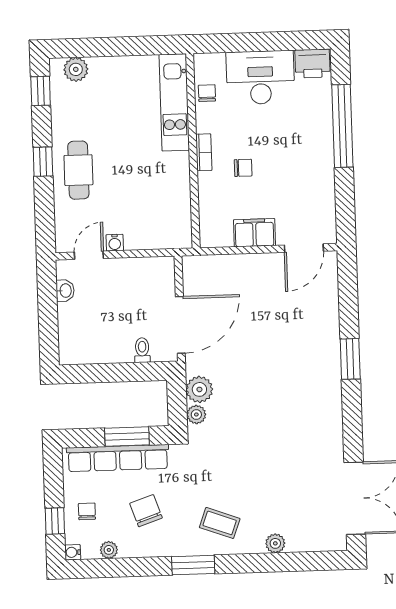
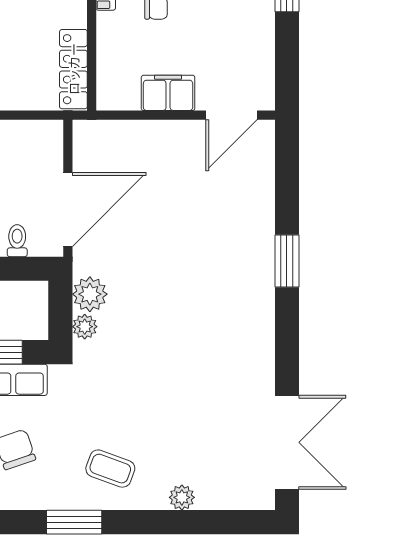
locker: (181, 217) -> (73, 69), added

